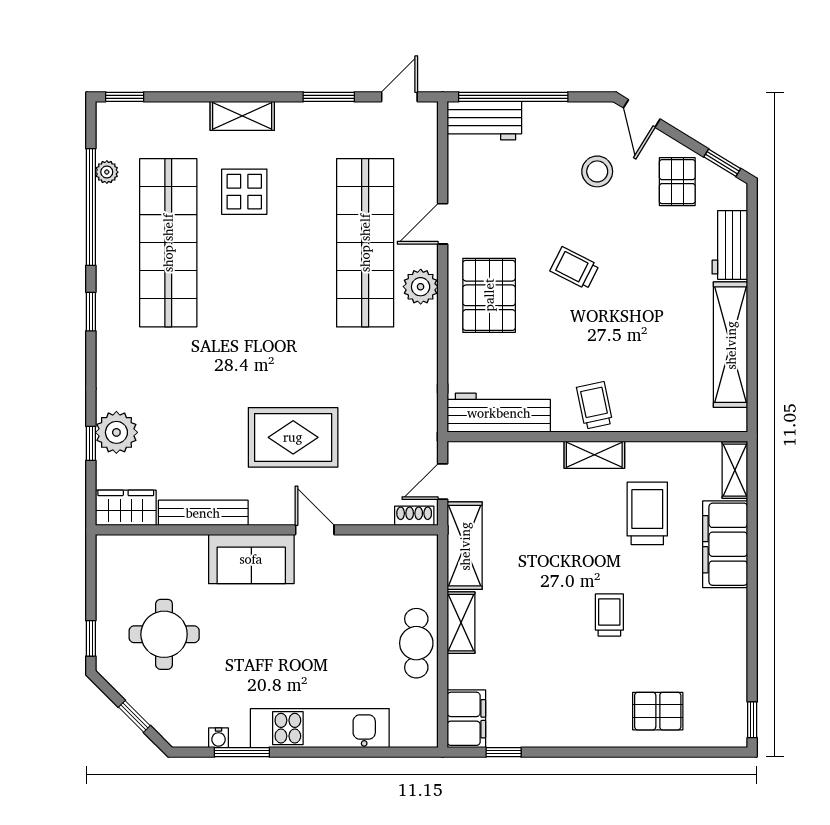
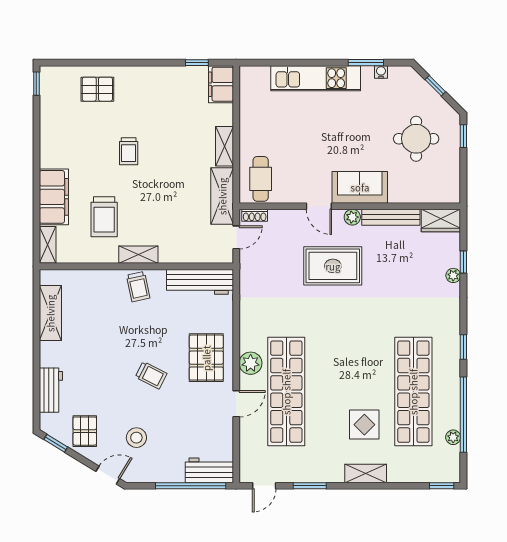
door: (642, 113) -> (108, 475), hinge flipped
shelving: (731, 345) -> (50, 313), width x0.68
plant: (116, 432) -> (453, 275), width x0.53, depth x0.53
plant: (263, 513) -> (352, 217), added
cafe table: (416, 643) -> (261, 179), moved

